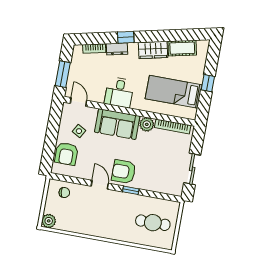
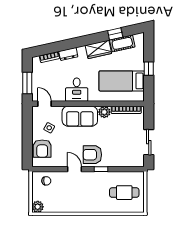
window: (126, 37) -> (115, 34), moved

